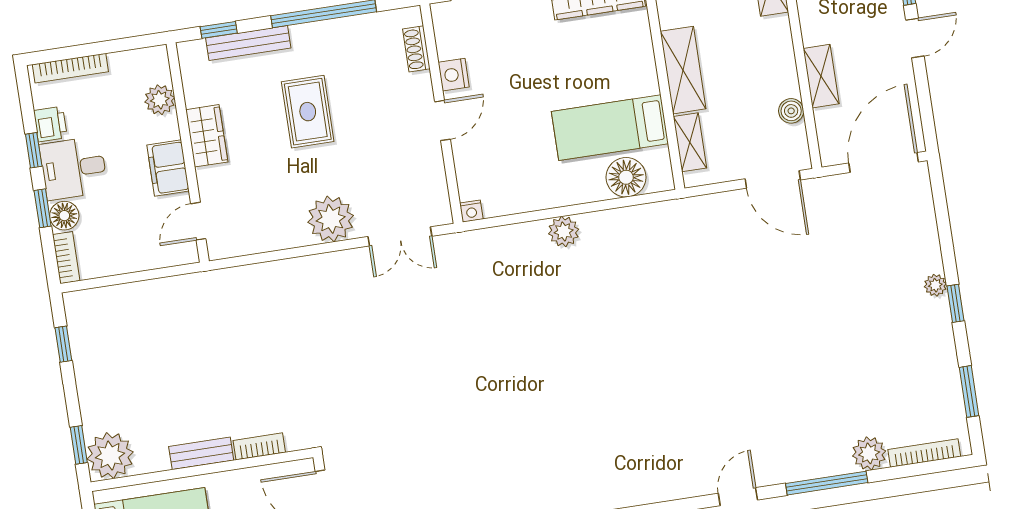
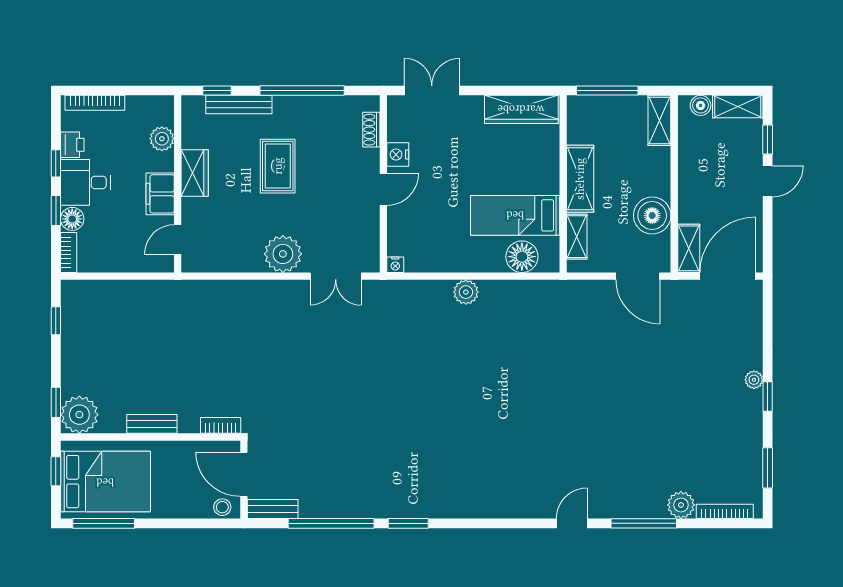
shelving: (821, 76) -> (689, 248), moved
boiler: (791, 111) -> (652, 216), width x1.86, depth x1.86
bookcase: (259, 446) -> (221, 425), moved

